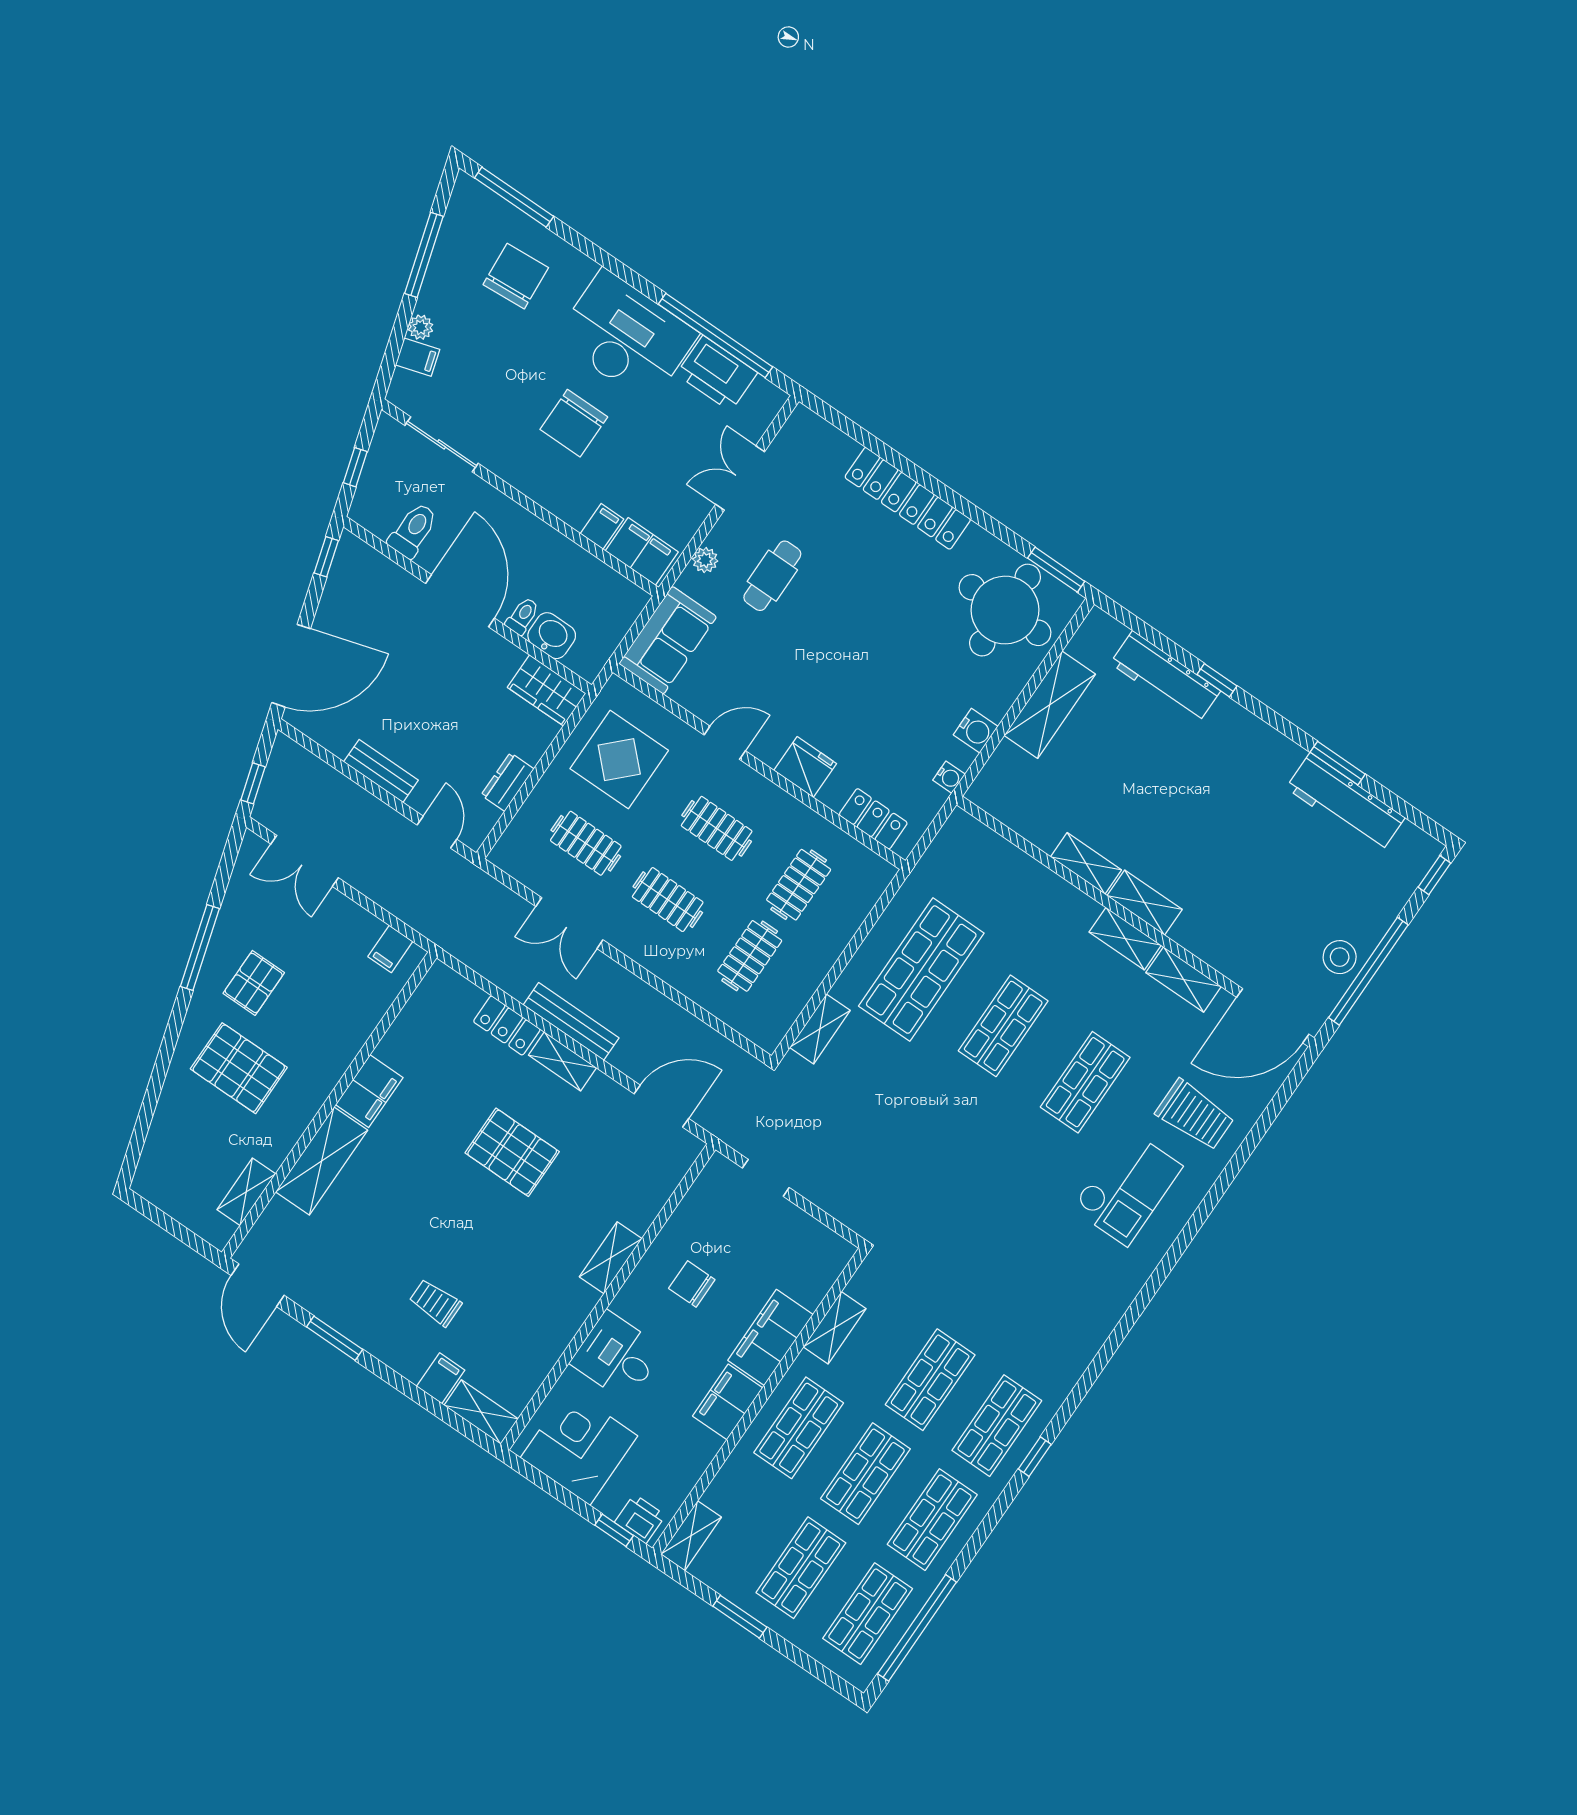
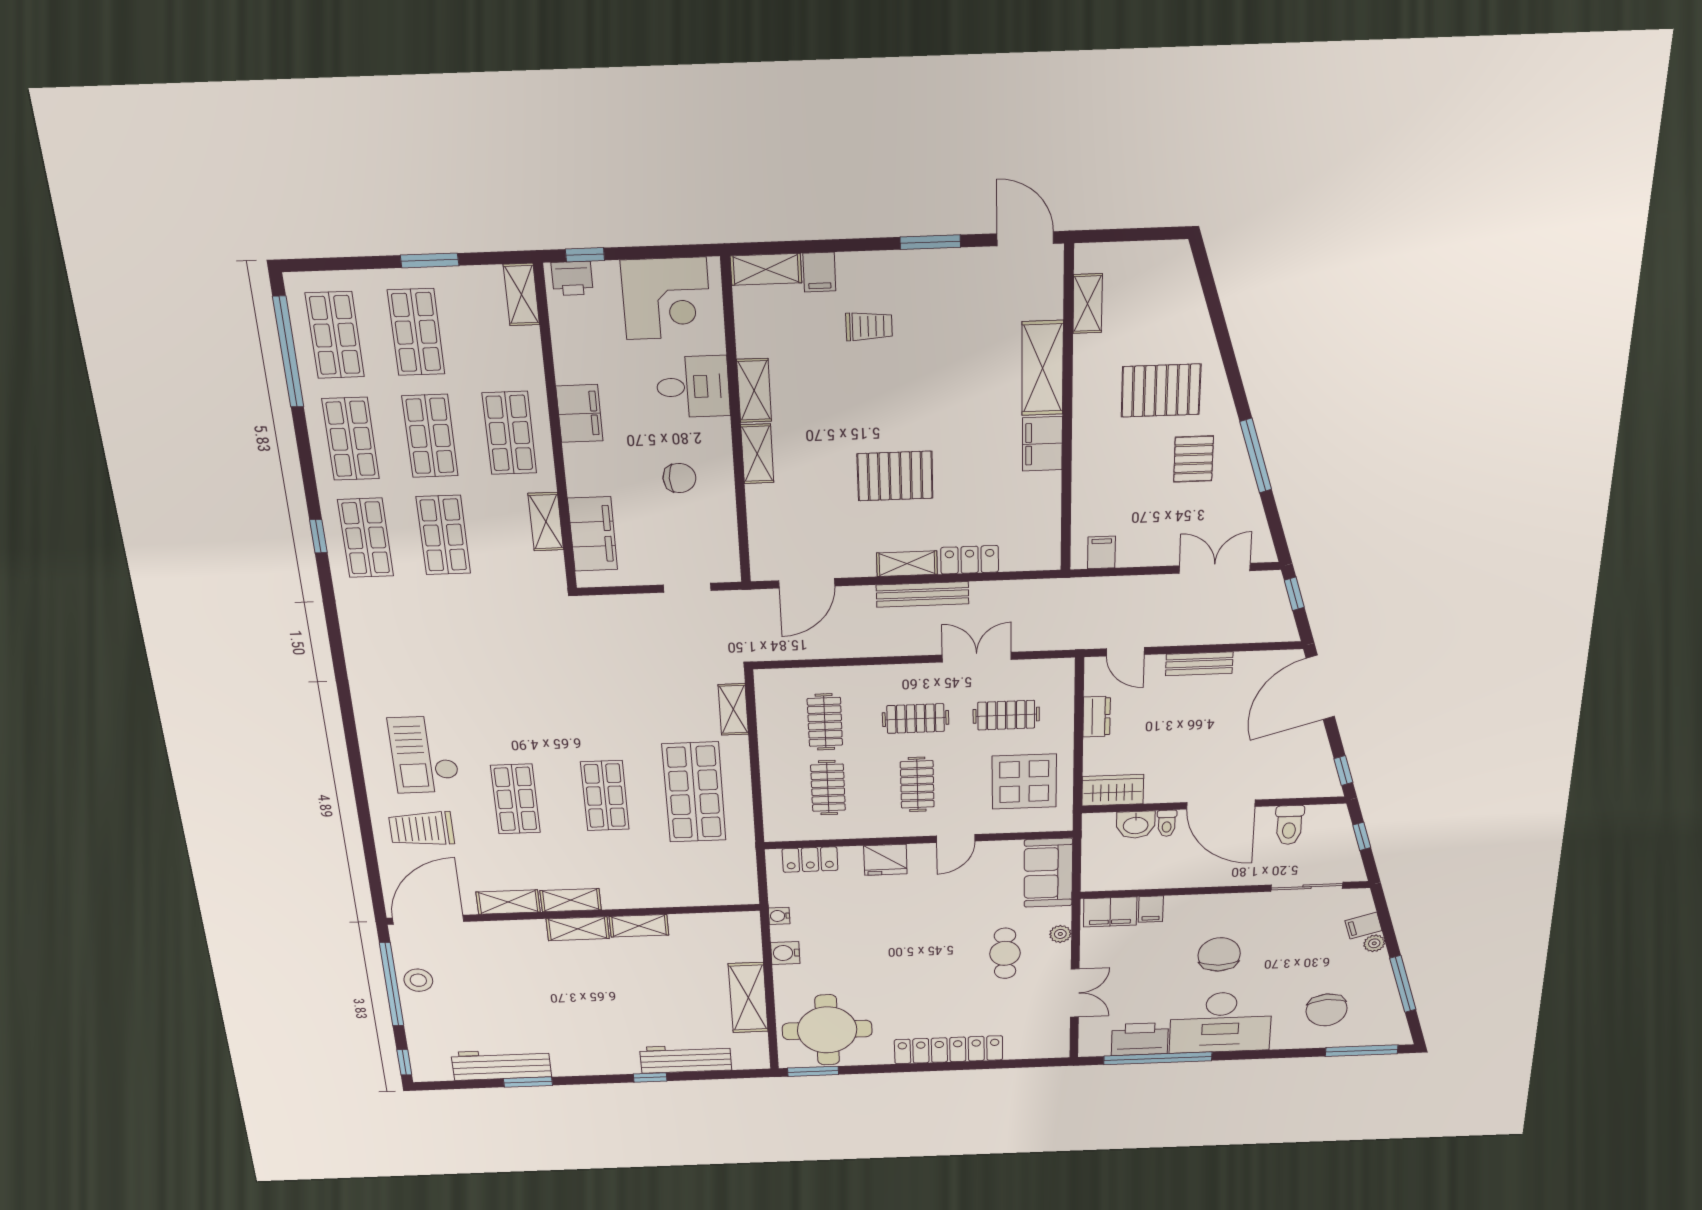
clothes rail: (717, 828) -> (917, 784), turned 90
shelving: (570, 1316) -> (754, 390), added
filing cabinet: (770, 1337) -> (593, 534), moved

